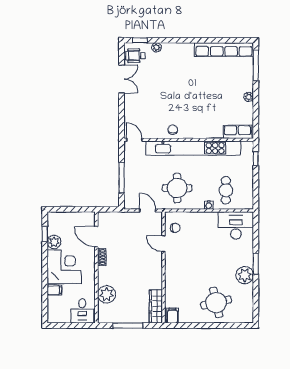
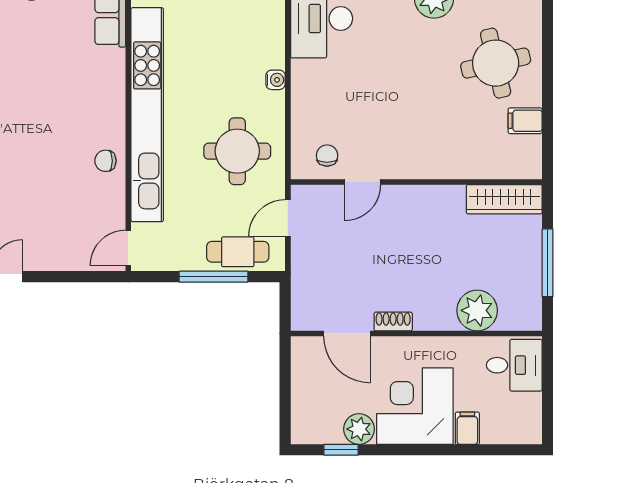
cafe table: (226, 190) -> (238, 252), moved
door: (96, 237) -> (347, 333), hinge flipped
filing cabinet: (172, 316) -> (525, 121), moved

